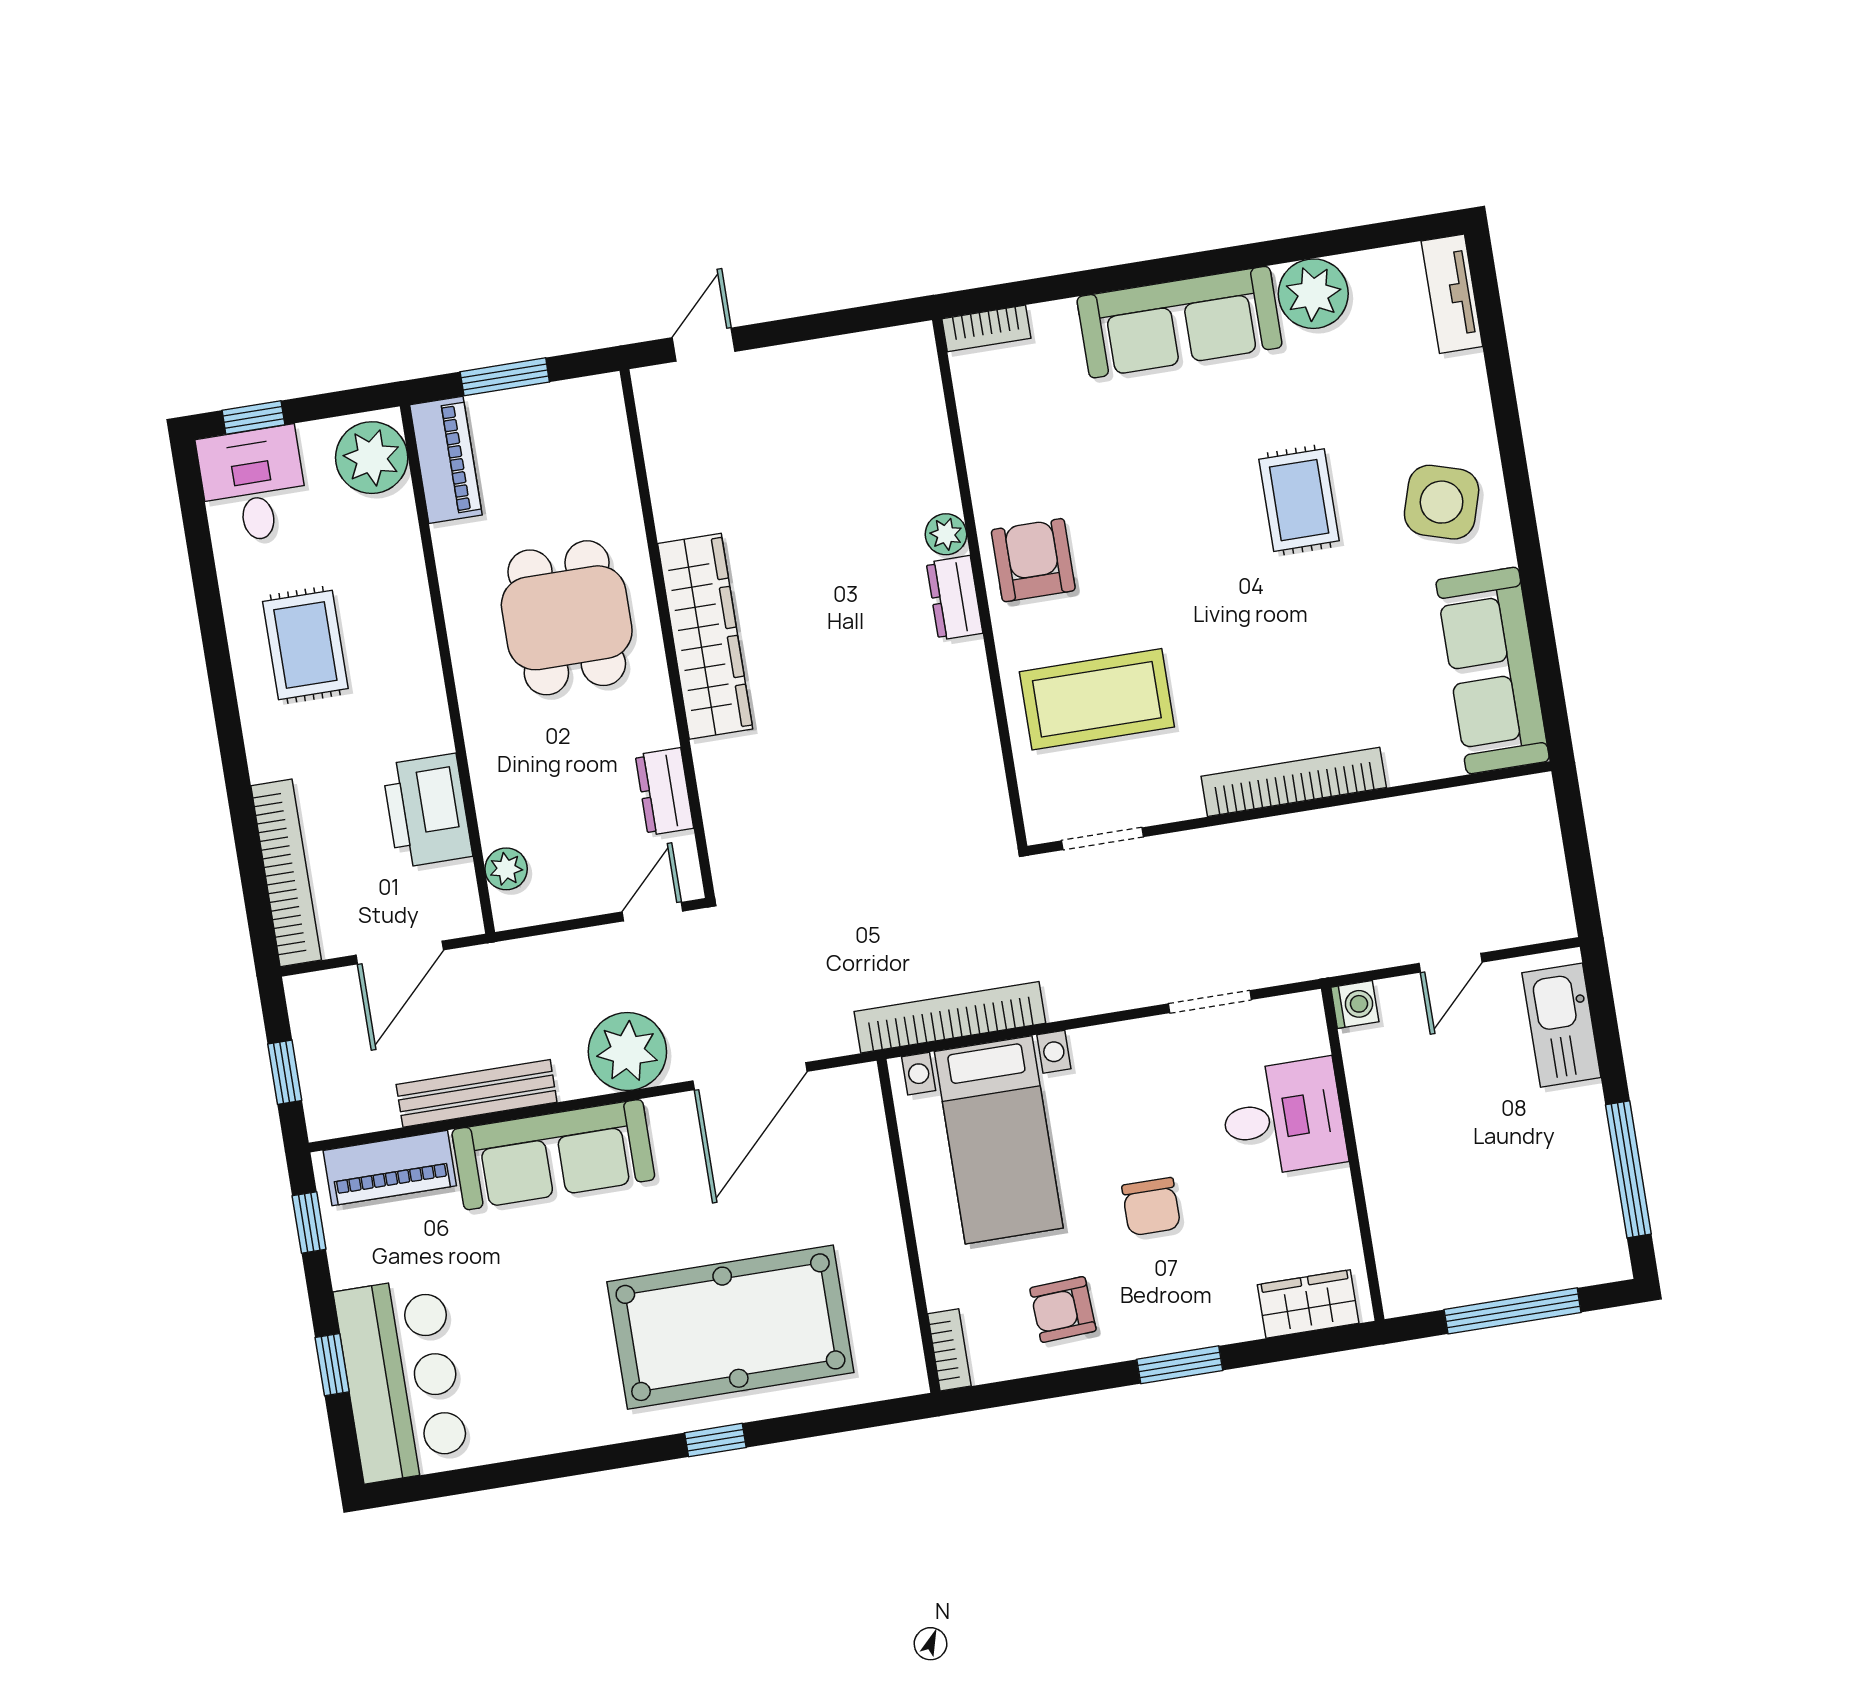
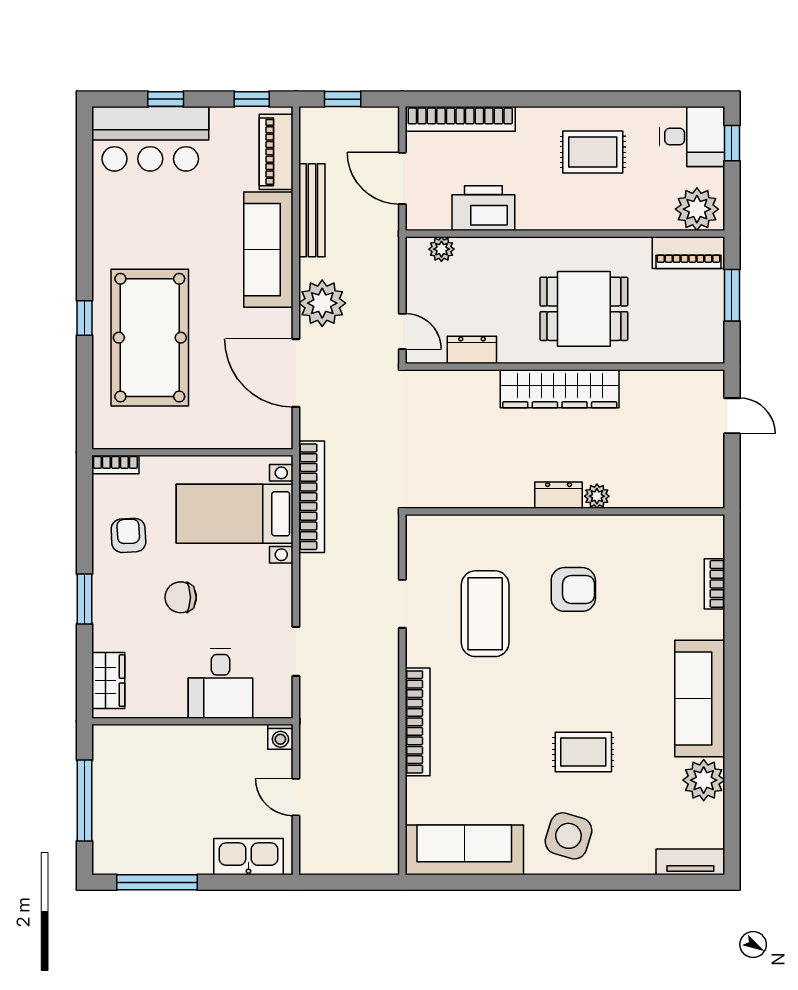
plant: (946, 534) -> (597, 496), moved
wall: (980, 583) -> (565, 511), moved
dresser: (955, 598) -> (559, 495), moved

